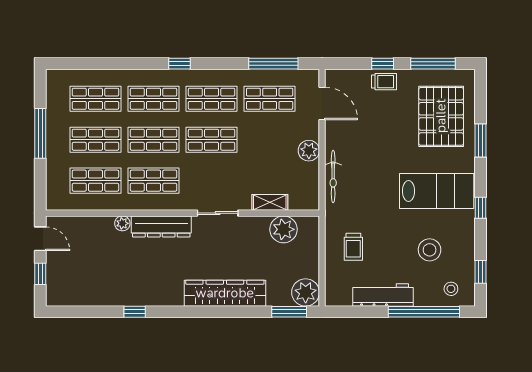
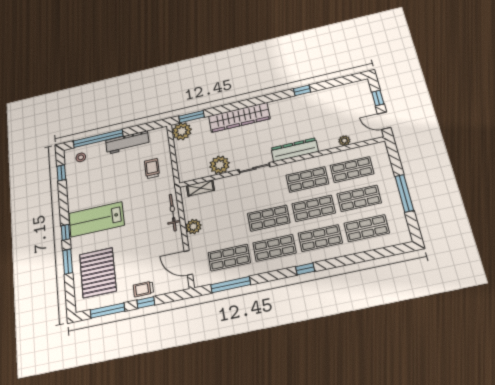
shelving: (270, 202) -> (200, 188), moved
window: (481, 208) -> (66, 232), moved
plant: (122, 223) -> (344, 141), moved
plant: (284, 229) -> (220, 165), moved
stool: (430, 250) -> (98, 179), removed

